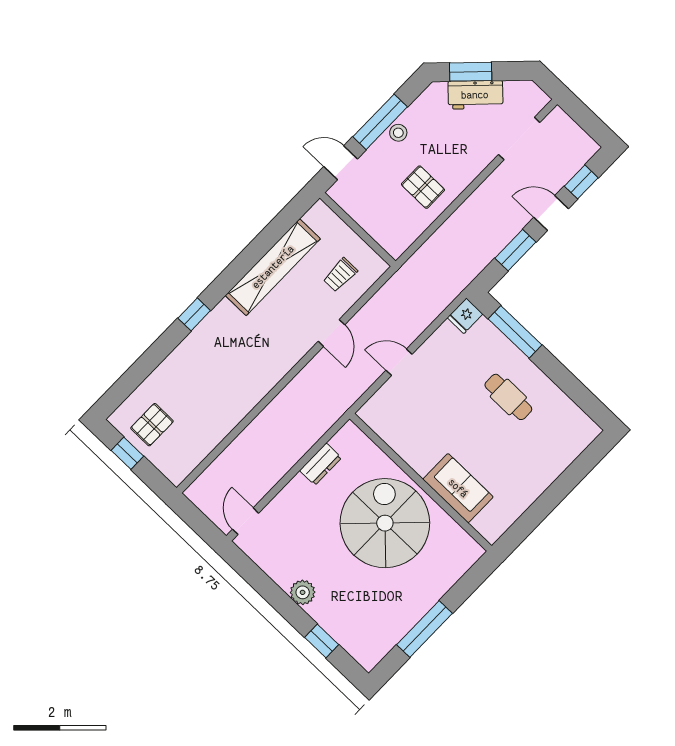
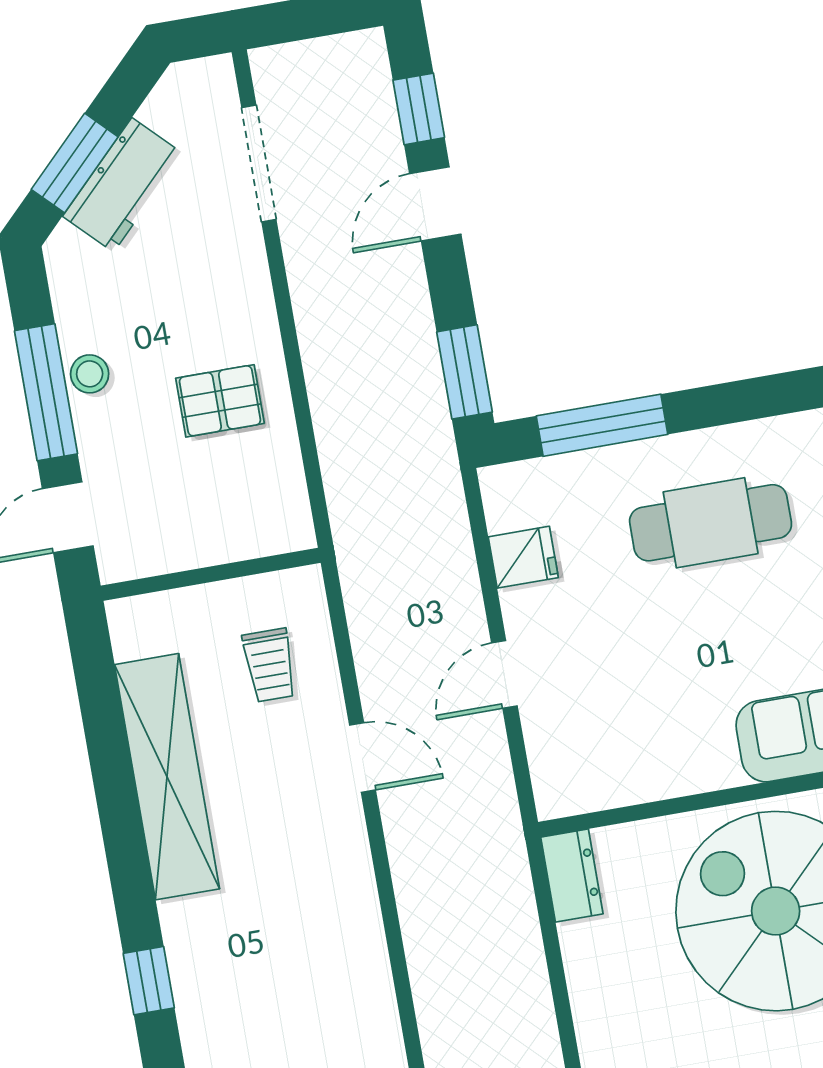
window: (515, 250) -> (465, 372), moved
fridge: (465, 316) -> (523, 557), moved, turned -90
cafe table: (508, 397) -> (711, 523), width x1.37, depth x1.35
dresser: (321, 464) -> (572, 875), moved

